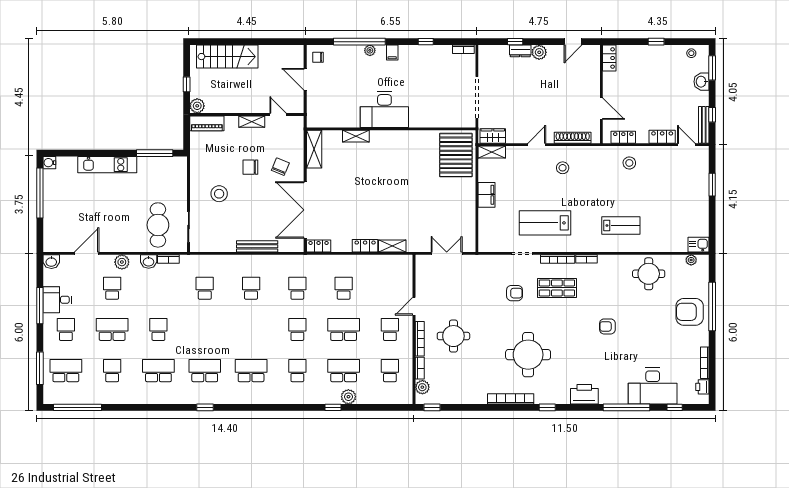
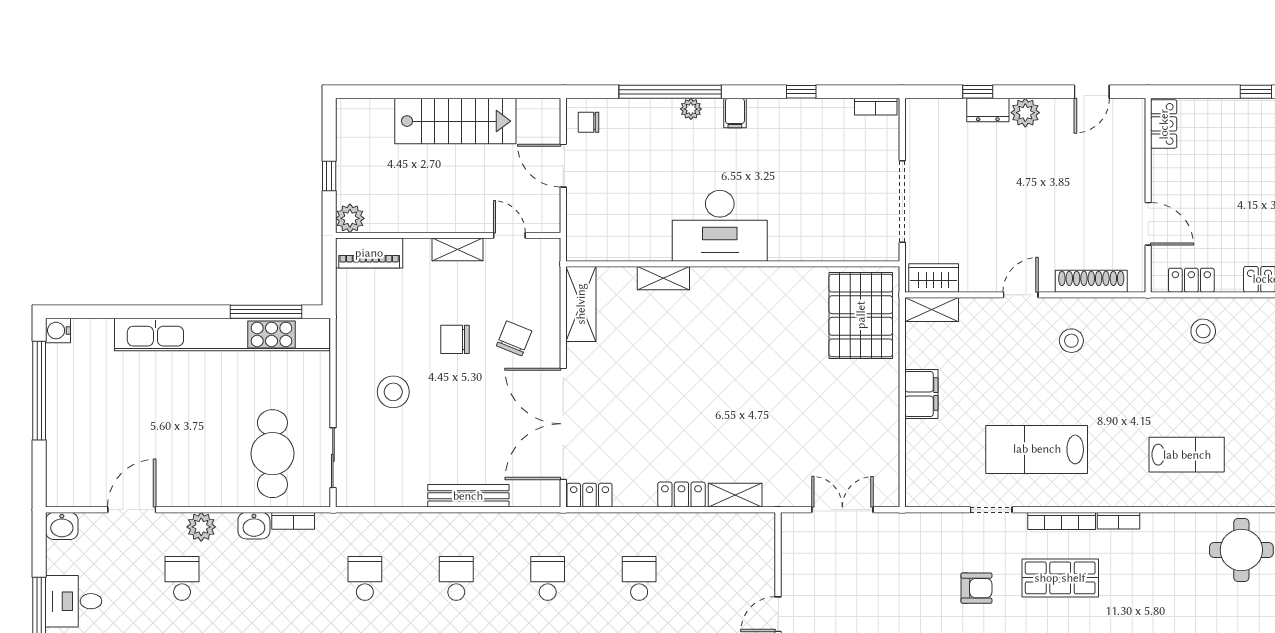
stairs: (227, 57) -> (455, 121), moved
kitchen unit: (107, 165) -> (222, 334), width x1.86

